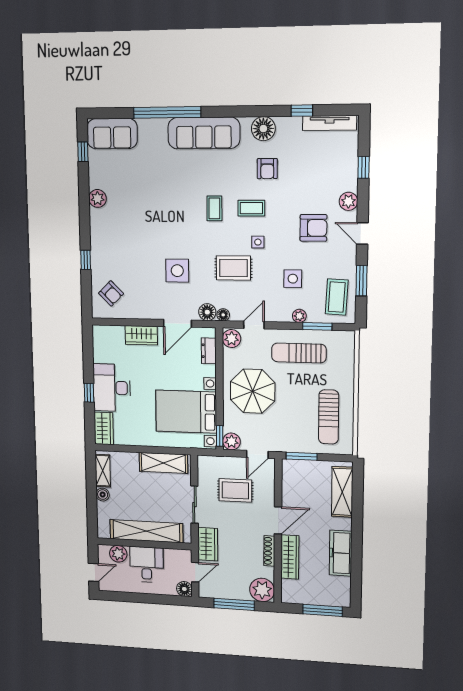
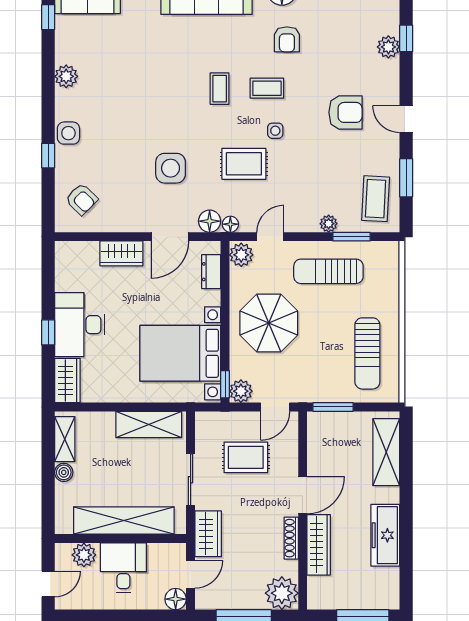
plant: (348, 201) -> (388, 47), moved
side table: (293, 279) -> (68, 133), moved

